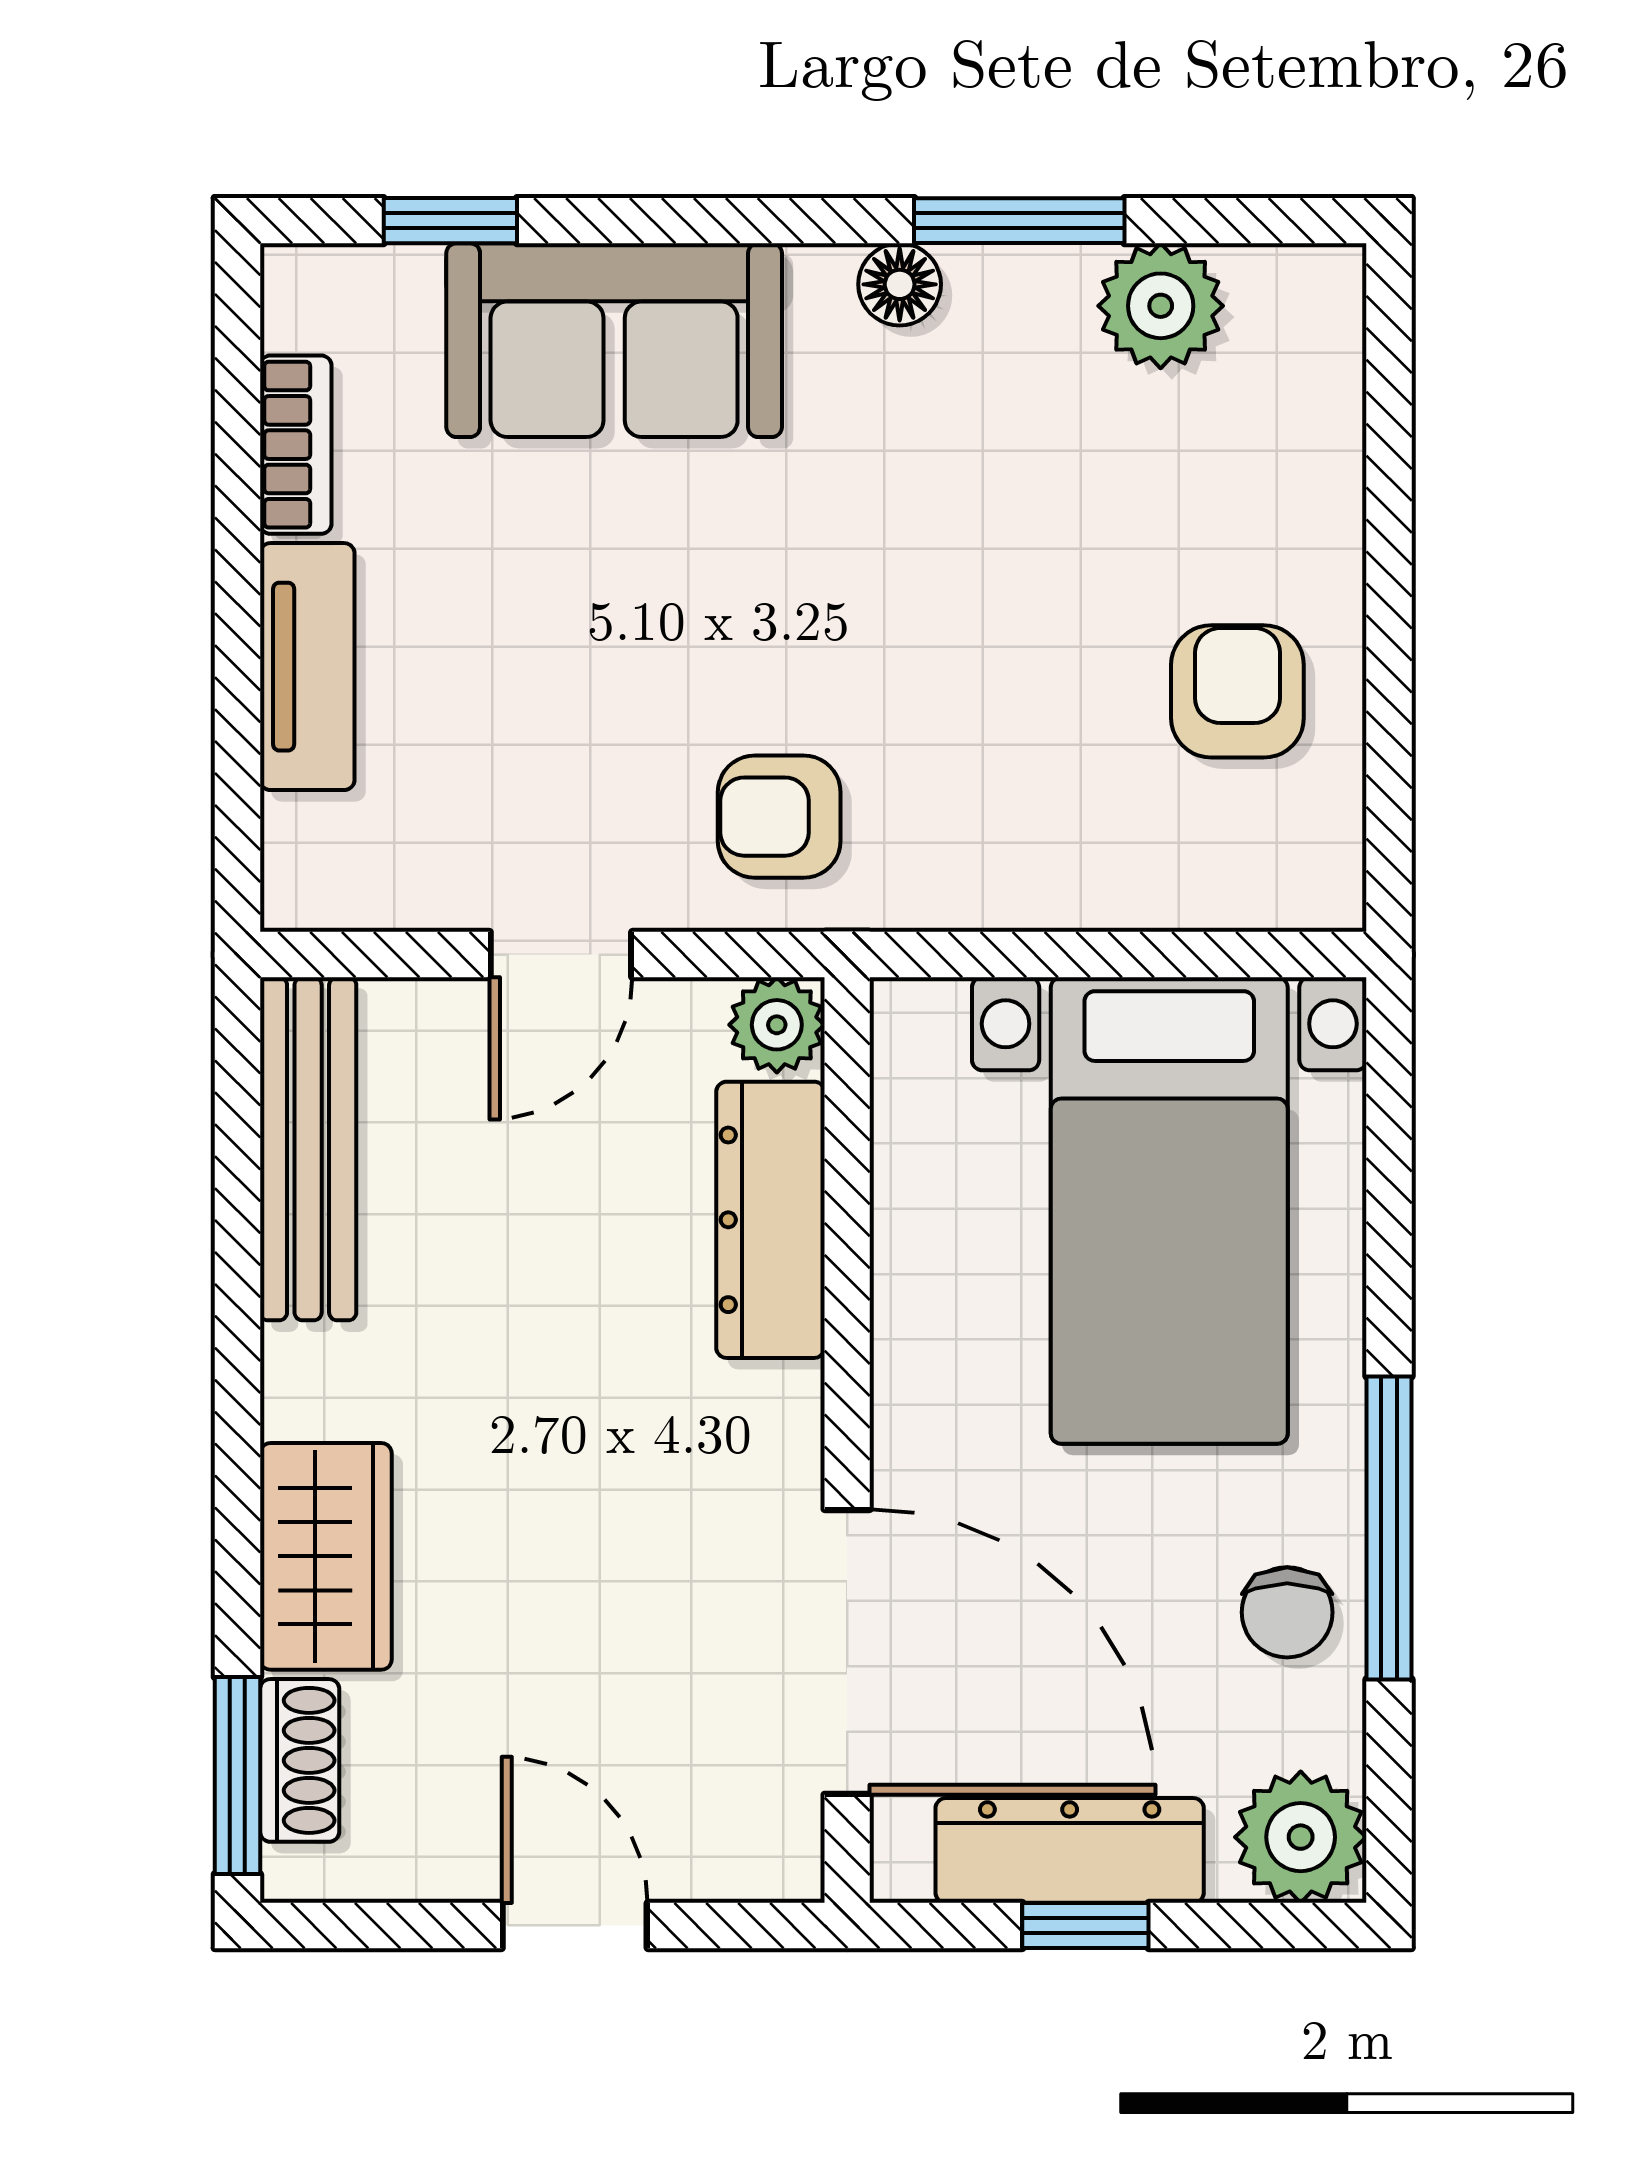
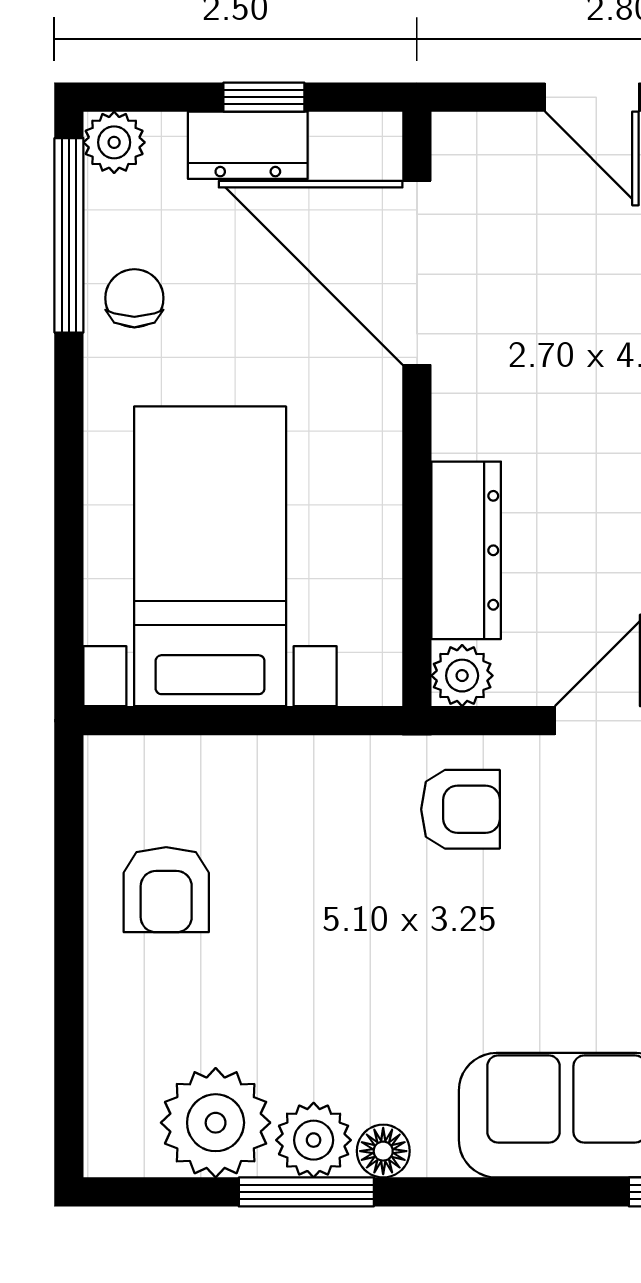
plant: (1008, 302) -> (314, 1140), added
plant: (1161, 306) -> (216, 1123), width x1.36, depth x1.36
window: (1389, 1528) -> (69, 235), moved
plant: (1301, 1837) -> (114, 142), width x0.73, depth x0.73
dresser: (1070, 1850) -> (248, 145), width x0.70

